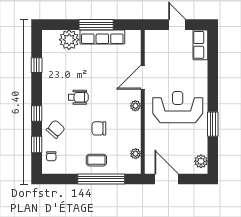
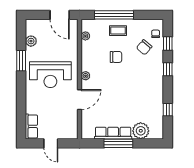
wheelchair: (78, 97) -> (133, 83), removed
chair: (56, 129) -> (144, 47), moved
plant: (201, 161) -> (31, 41), moved

